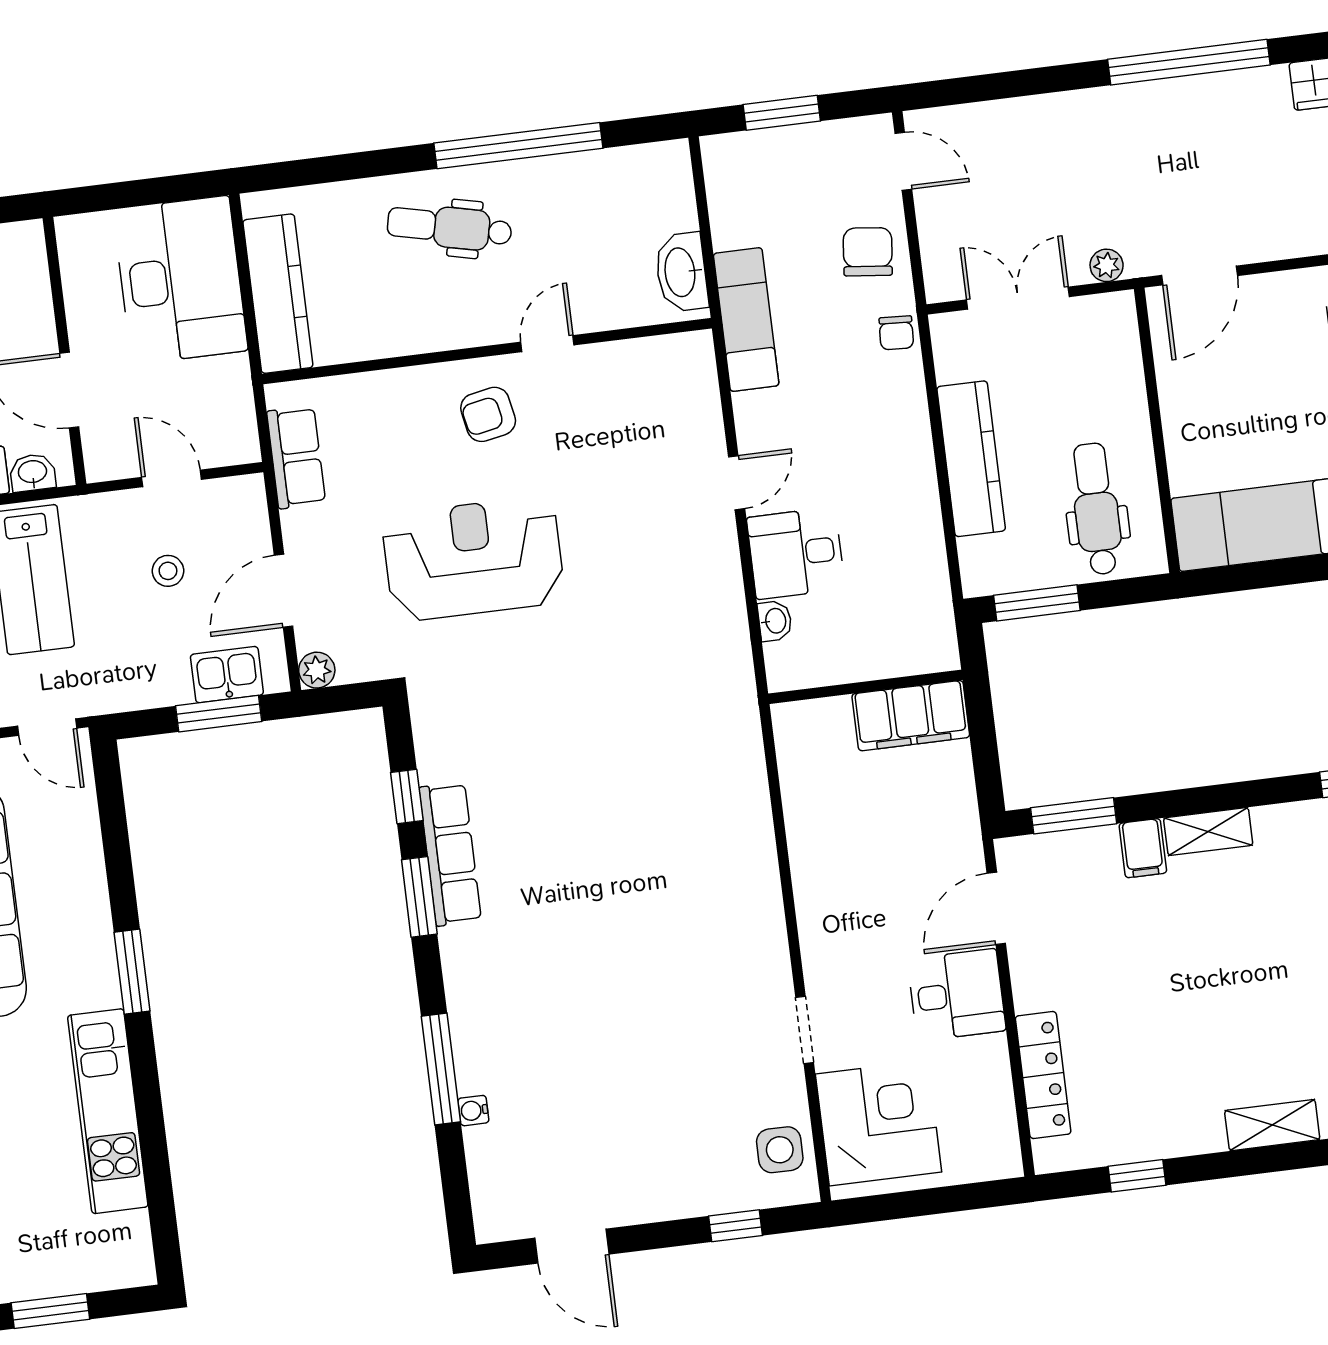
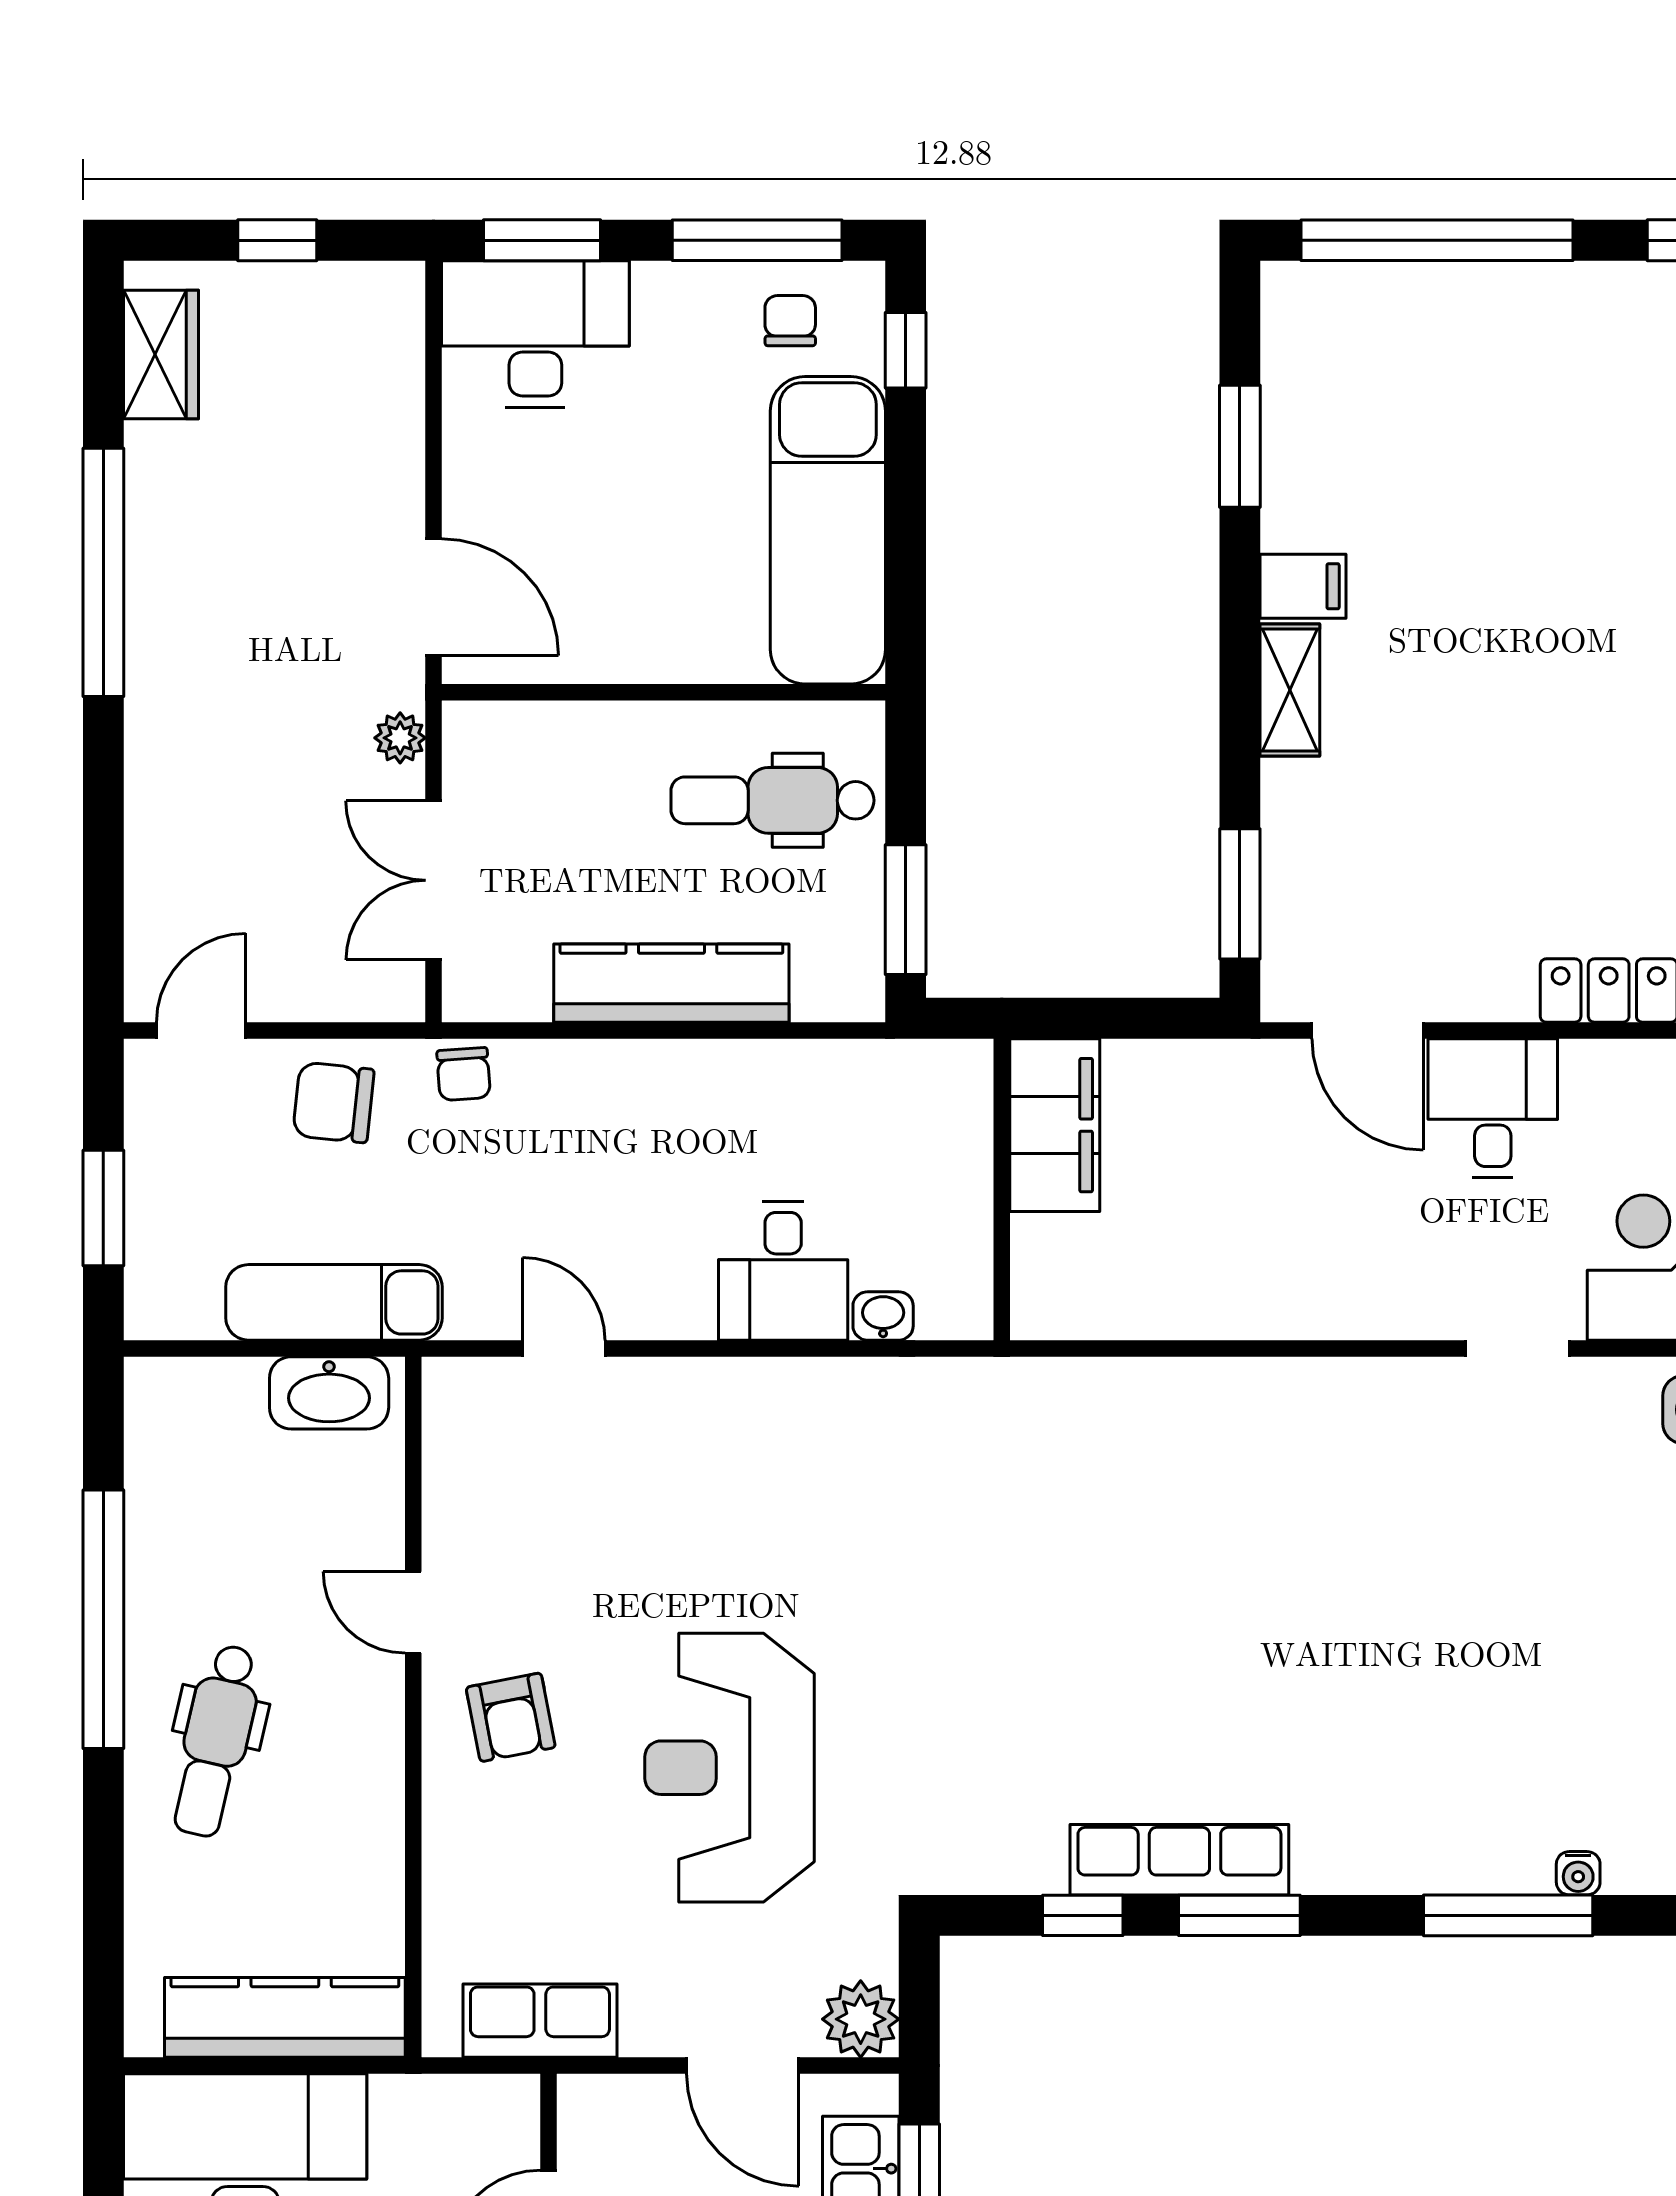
exam couch: (746, 319) -> (334, 1302), moved
chair: (896, 333) -> (464, 1074), turned 83
door: (737, 483) -> (564, 1348), moved
plant: (317, 670) -> (861, 2019), width x1.38, depth x1.38
filing cabinet: (1143, 848) -> (1303, 586), moved

